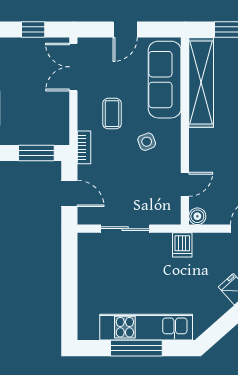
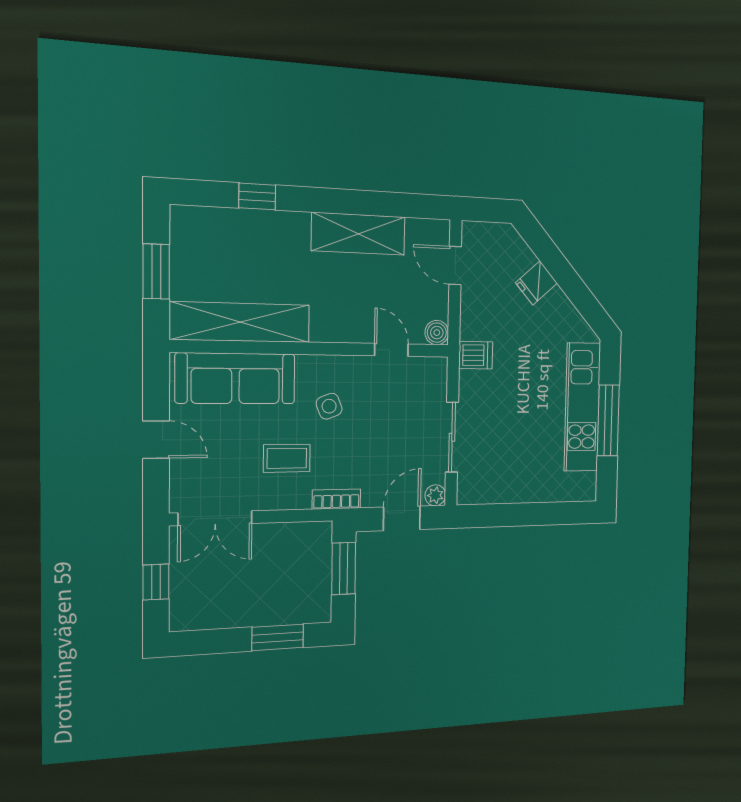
plant: (85, 217) -> (435, 495), added

